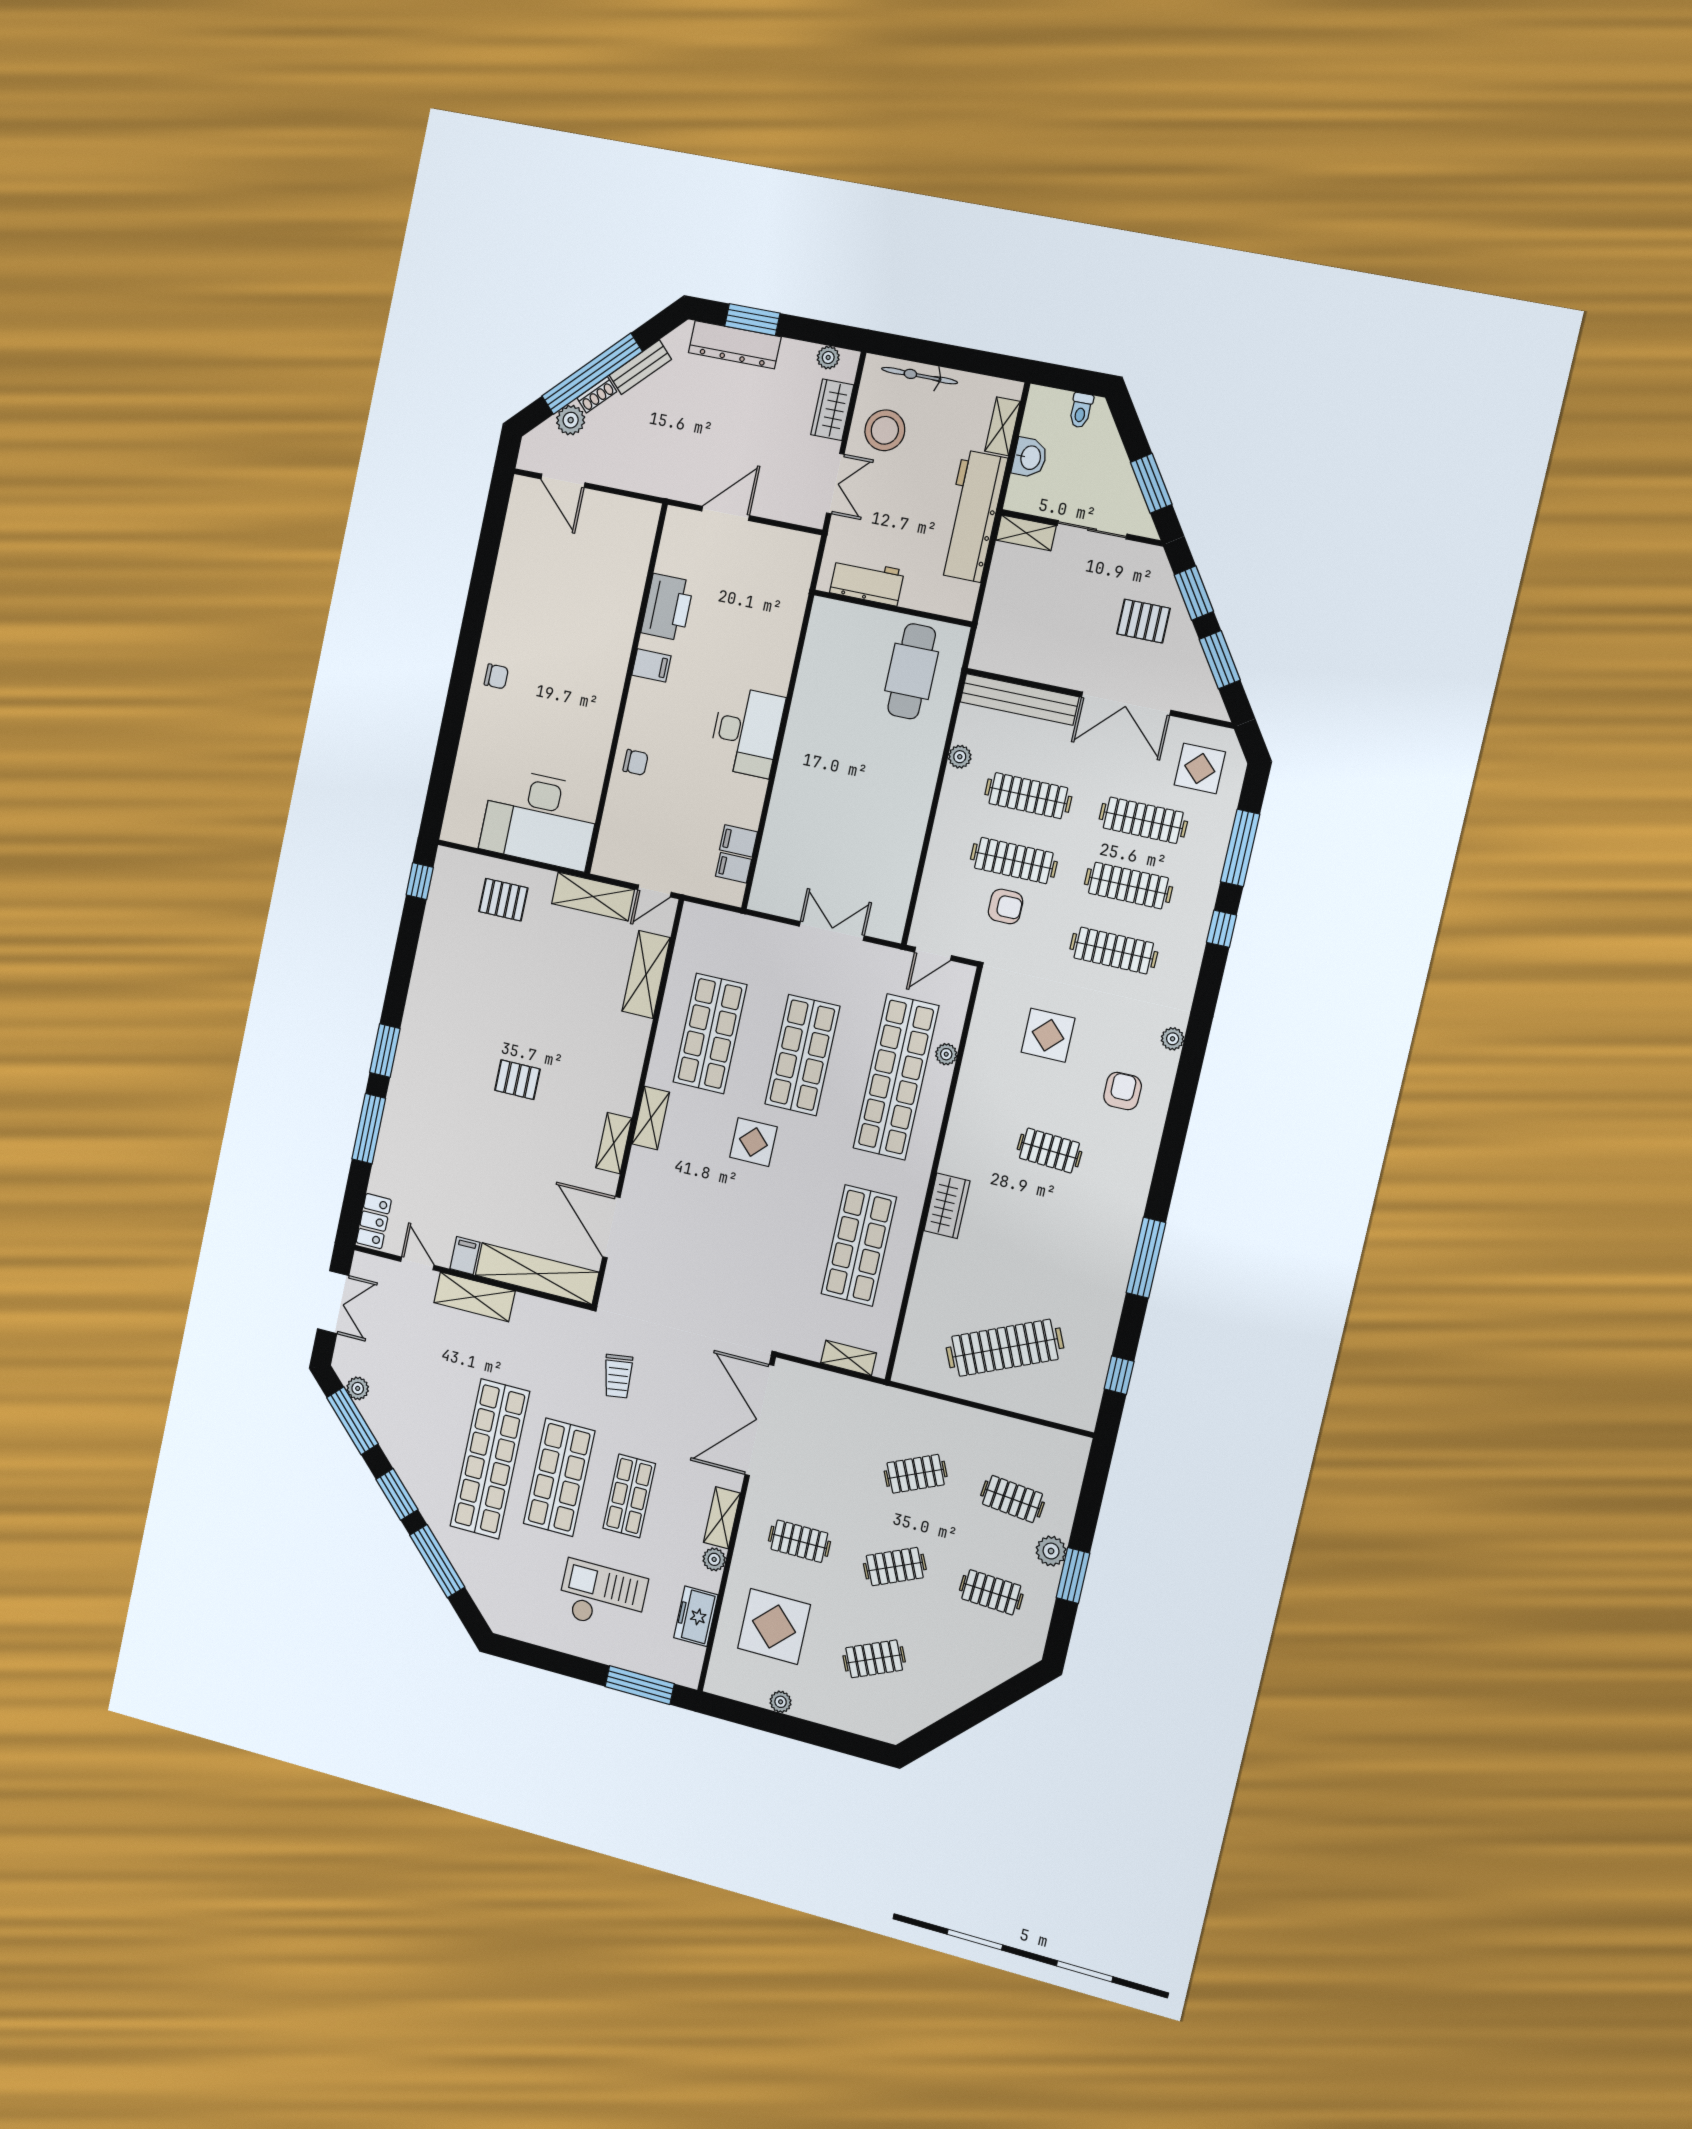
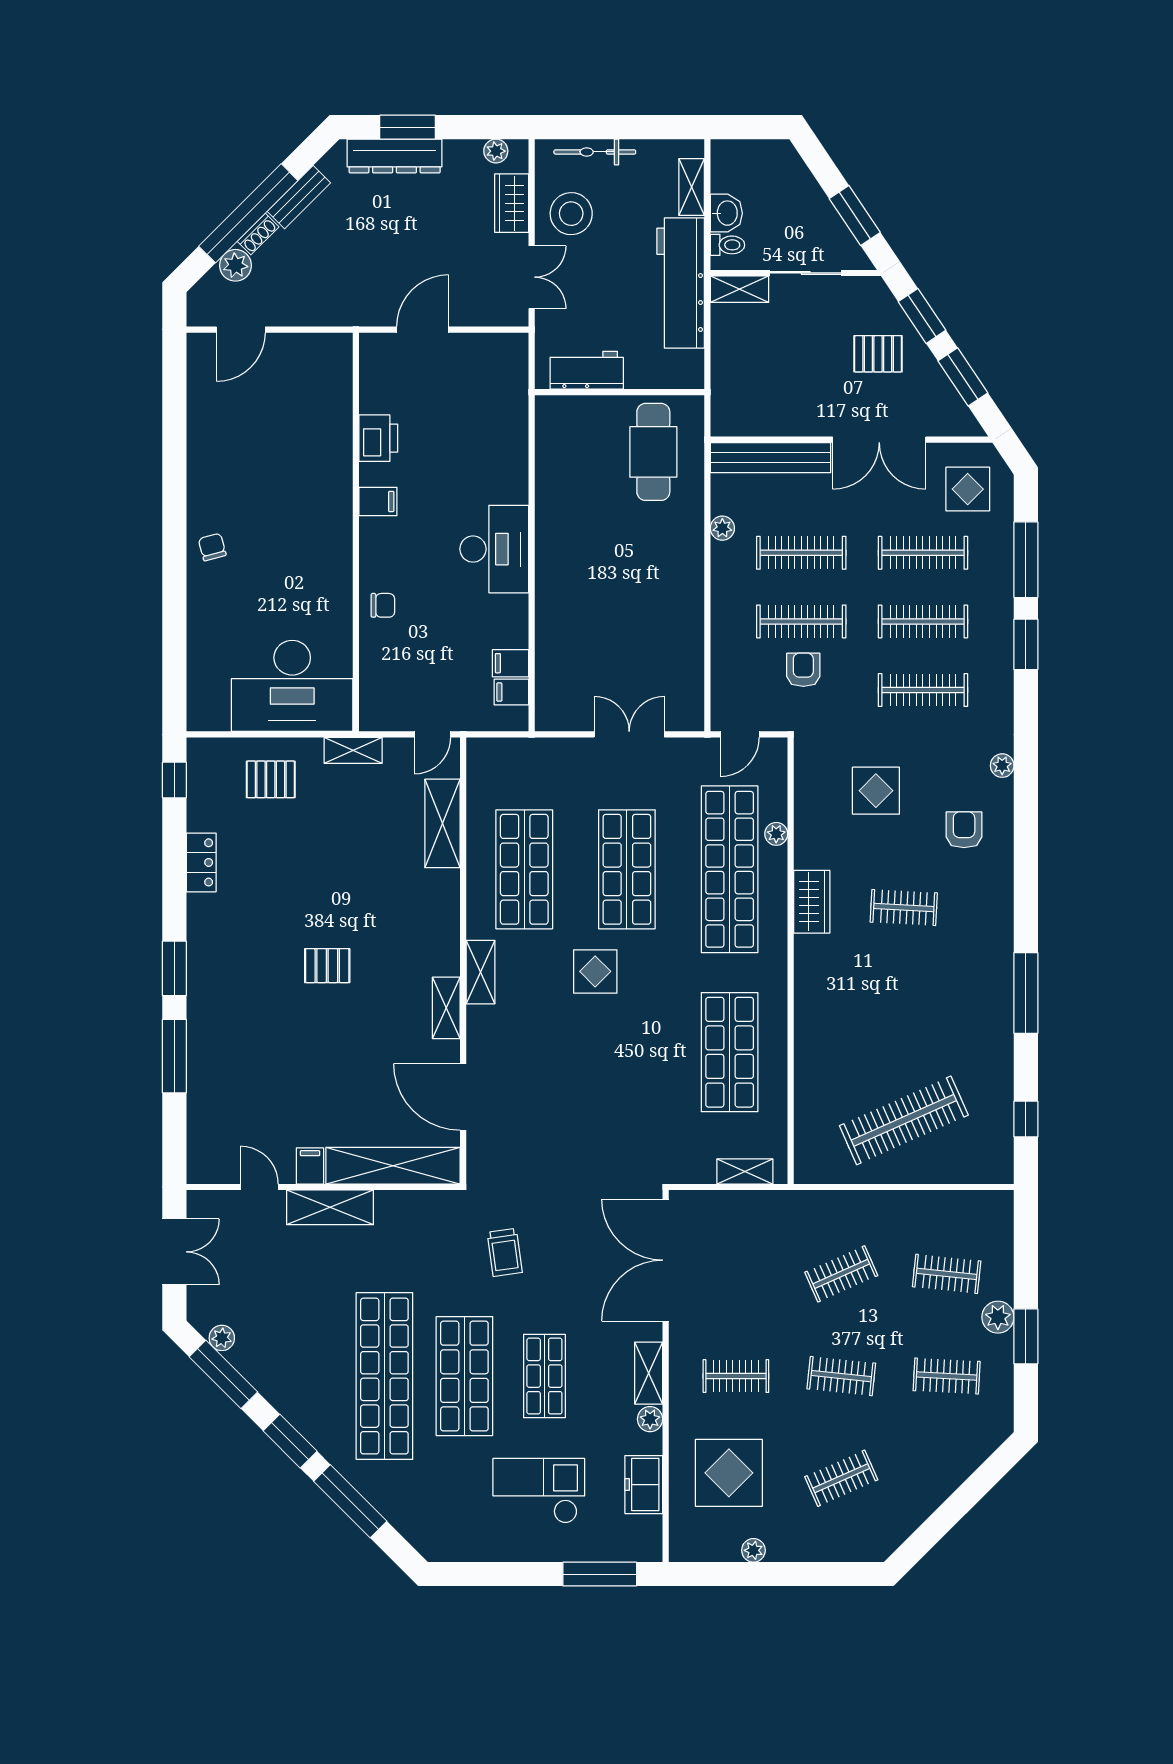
toilet: (1081, 410) -> (727, 245), moved, turned -90
door: (563, 481) -> (241, 330), hinge flipped
printer: (667, 607) -> (378, 438), width x0.73, depth x0.84
chair: (496, 676) -> (212, 547), turned -105
shelving: (593, 897) -> (353, 750), width x0.67, depth x0.75
armchair: (1006, 906) -> (803, 670), turned -90
window: (1222, 929) -> (1026, 644), width x1.50
wardrobe: (947, 1206) -> (812, 902), moved
locker: (374, 1221) -> (201, 862), moved
clothes rail: (895, 1567) -> (841, 1376), turned 30

